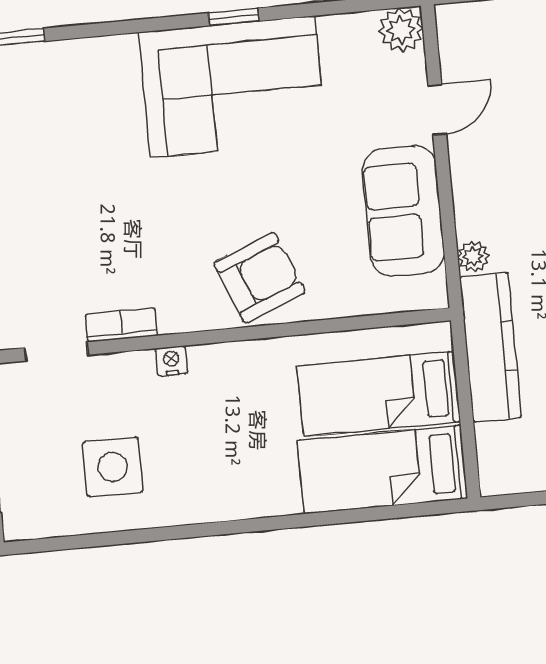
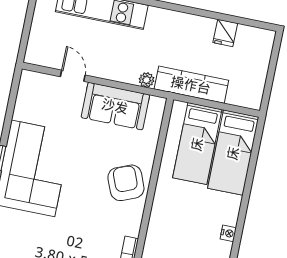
plant: (401, 30) -> (30, 81), removed
nightstand: (171, 361) -> (228, 233), moved, turned 180

